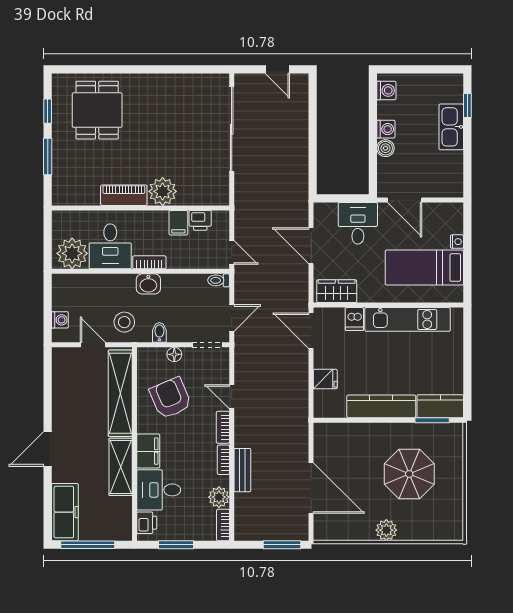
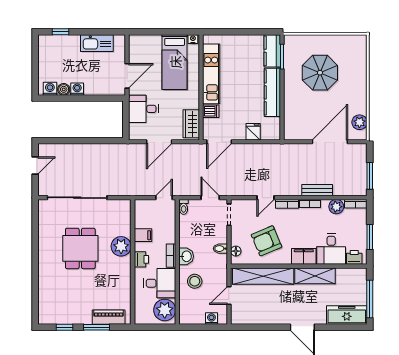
dining table: (97, 110) -> (80, 248), moved, turned 90
kitchen sink: (451, 127) -> (97, 43), moved
boiler: (385, 148) -> (64, 89), moved
piano: (124, 195) -> (109, 317), moved, turned 90
printer: (200, 220) -> (141, 259), moved
nightstand: (457, 242) -> (193, 39), moved
stool: (124, 322) -> (195, 281), moved
floor lamp: (174, 354) -> (236, 251), moved
plant: (386, 530) -> (359, 122), moved
window: (282, 545) -> (370, 176), moved

